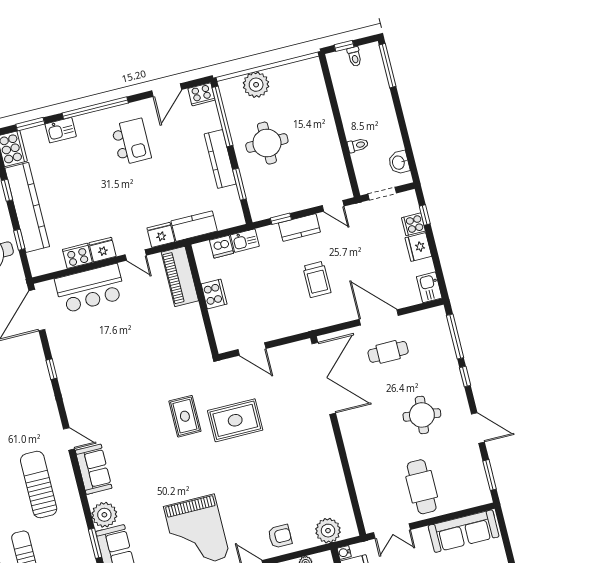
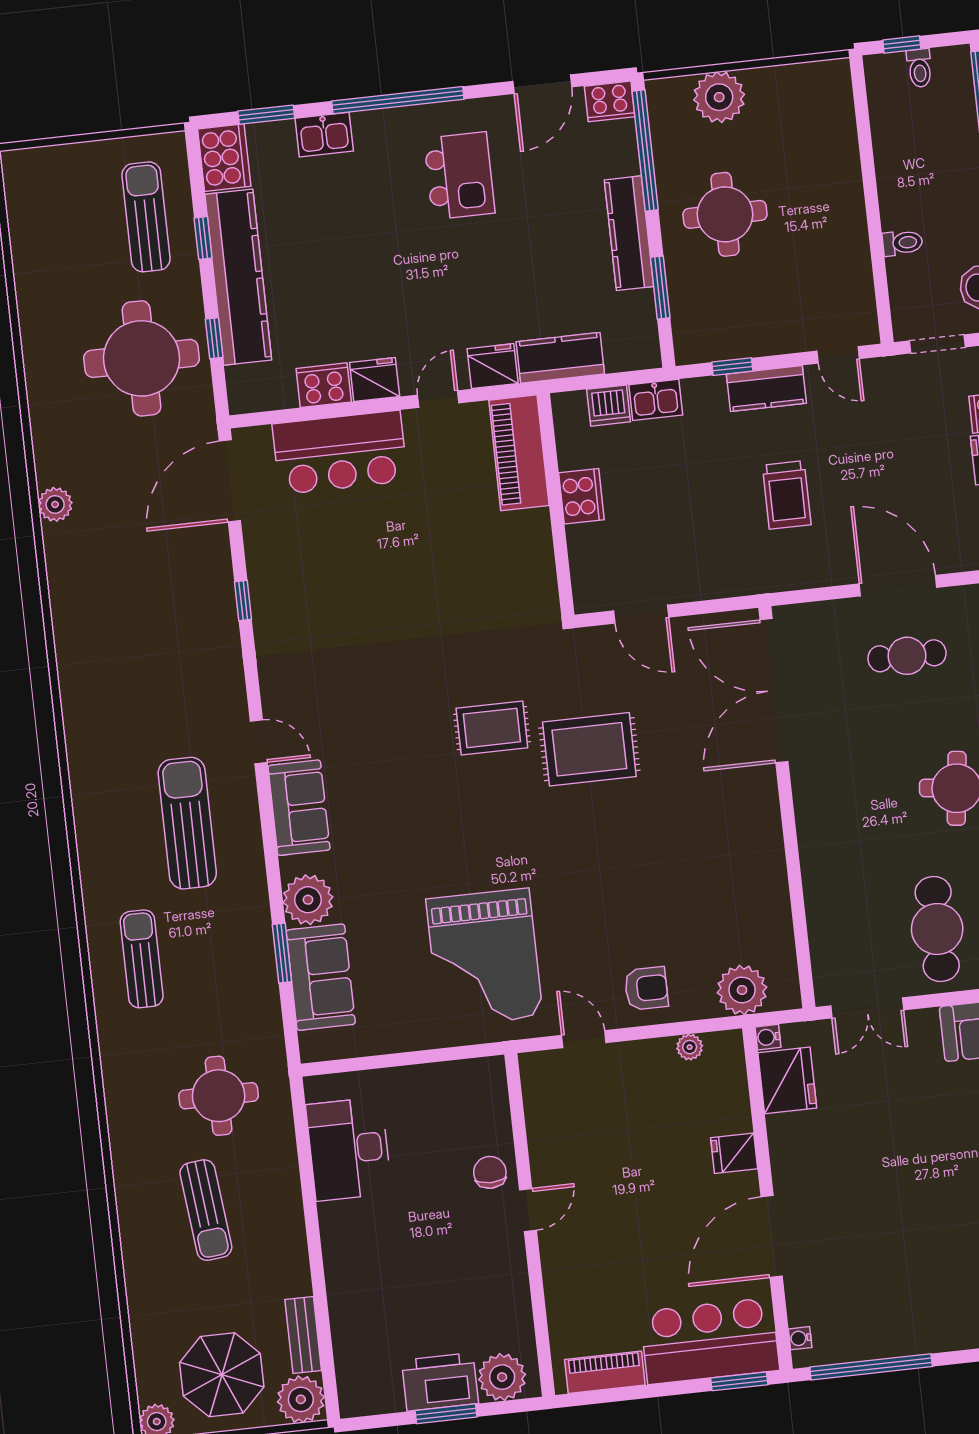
door: (136, 255) -> (438, 399), swing flipped
double door: (324, 378) -> (774, 691), swing flipped
rug: (185, 416) -> (492, 728), turned 90

